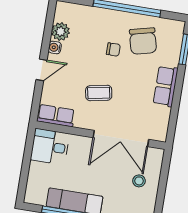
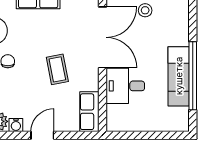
door: (41, 70) -> (42, 135), hinge flipped
desk: (50, 147) -> (125, 86), moved, turned 90

